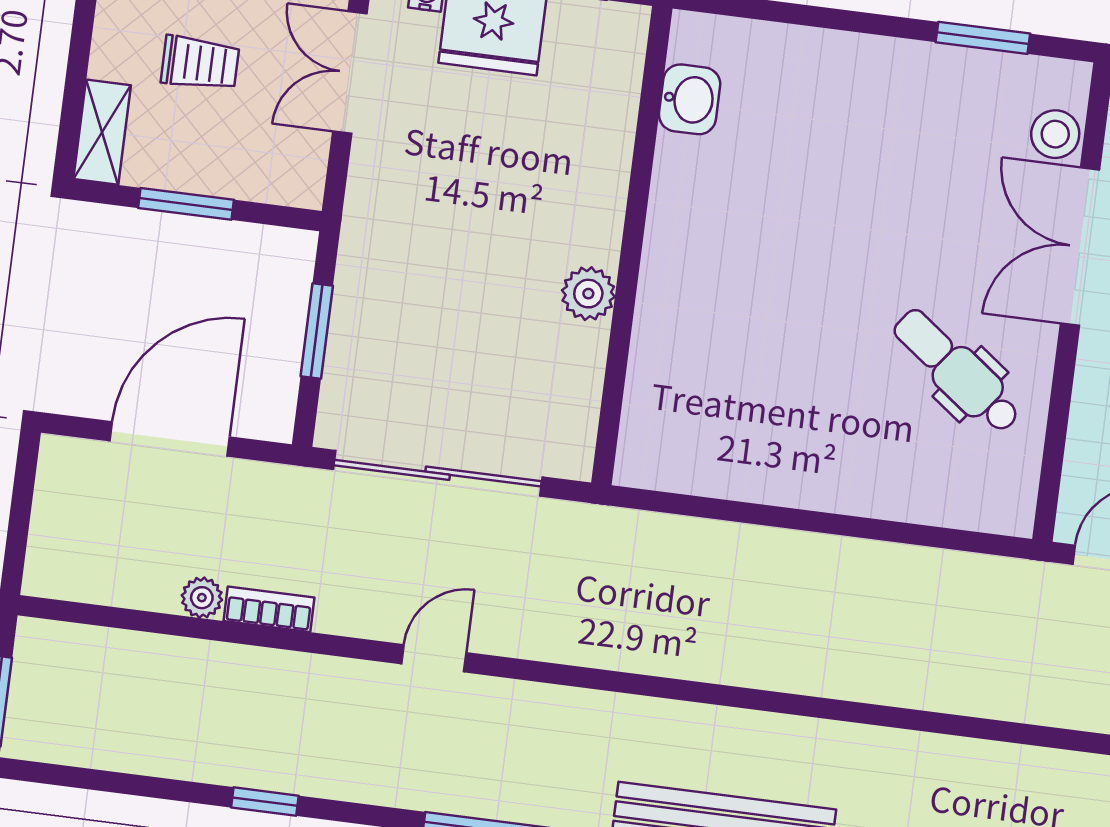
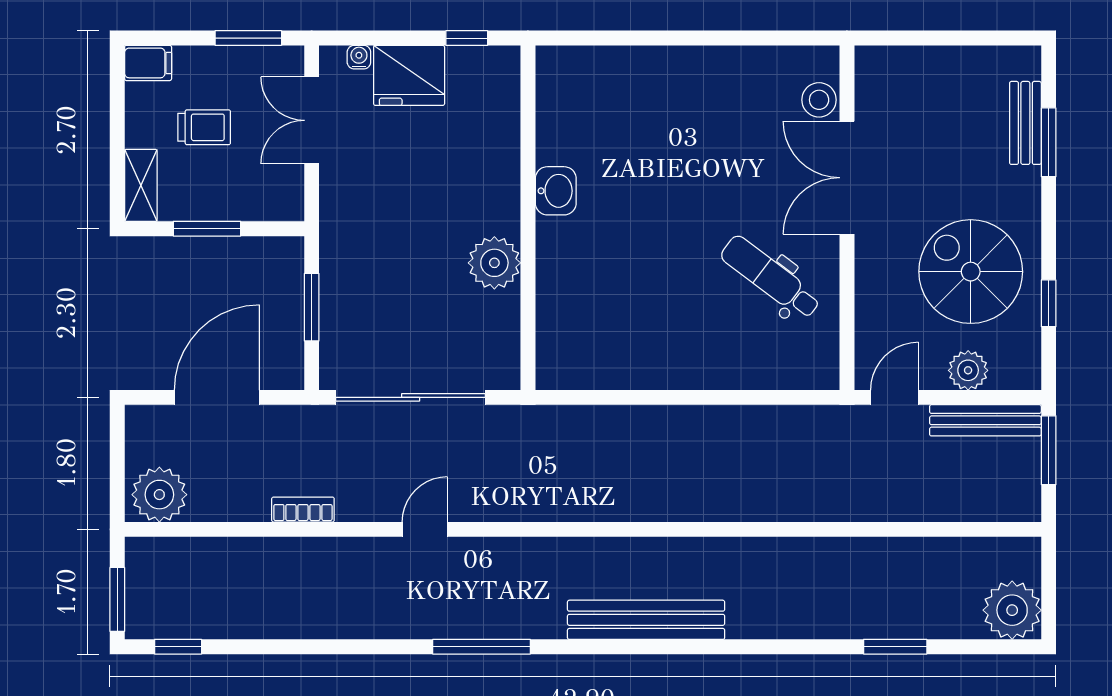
window: (983, 38) -> (759, 38), removed
washbasin: (690, 99) -> (556, 191), moved
plant: (588, 294) -> (494, 263), width x1.36, depth x1.36
plant: (202, 598) -> (159, 495), moved, width x1.88, depth x1.88
window: (265, 802) -> (178, 647), moved

